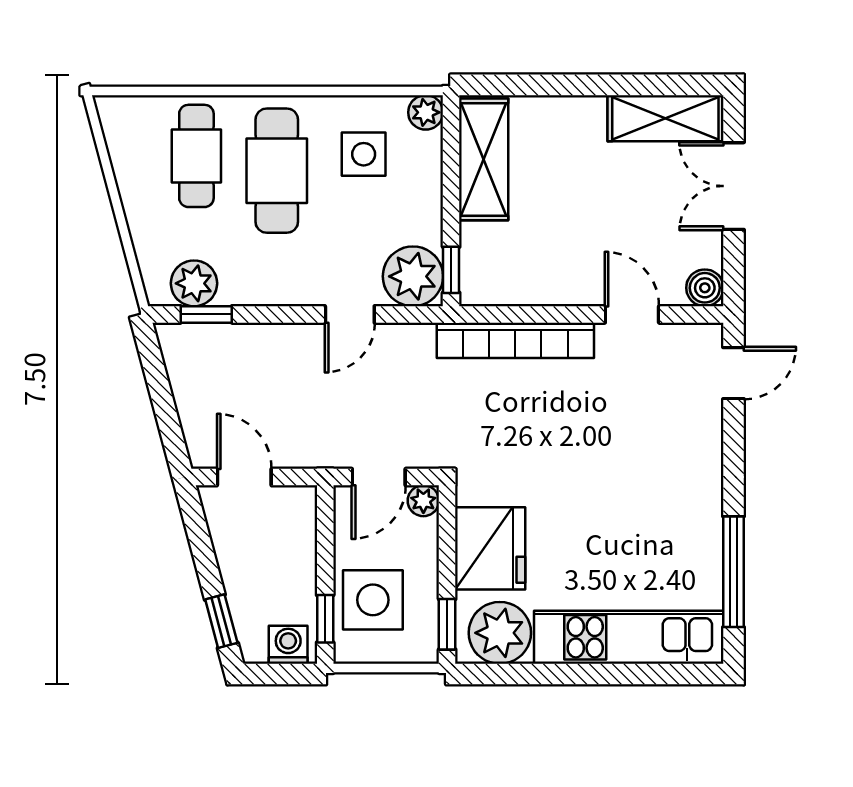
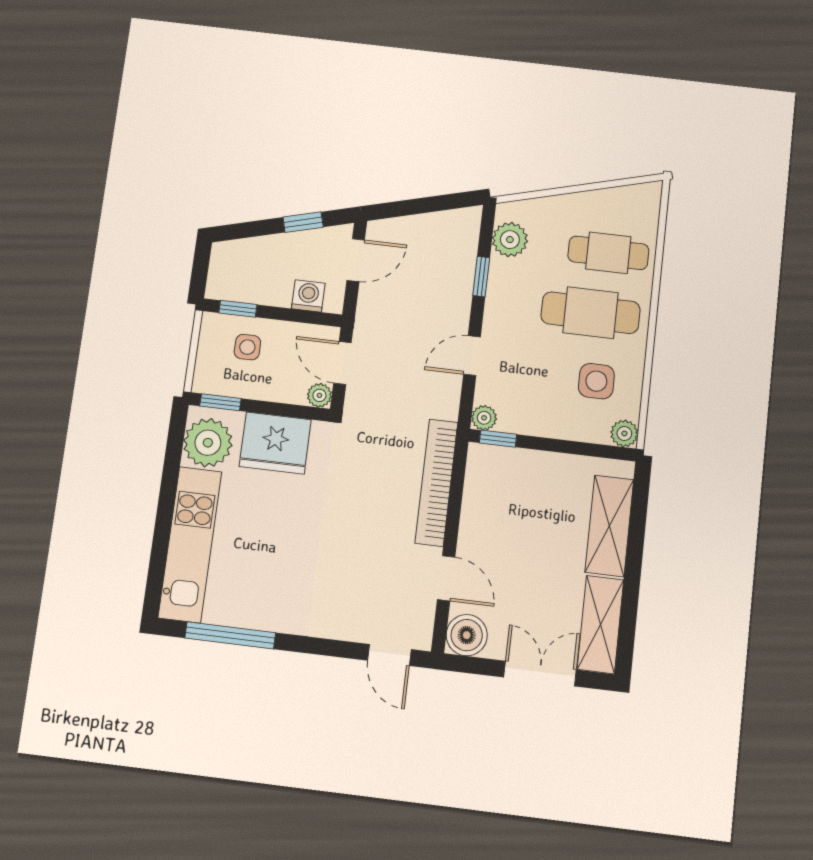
shelving: (484, 159) -> (609, 526), moved, turned 90
plant: (413, 276) -> (484, 418), width x0.53, depth x0.53
boiler: (705, 288) -> (467, 635), width x1.36, depth x1.36
window: (206, 314) -> (481, 277), moved
door: (350, 314) -> (472, 356), hinge flipped
door: (632, 314) -> (446, 578), hinge flipped
side table: (373, 600) -> (247, 347), width x0.54, depth x0.54
window: (221, 621) -> (303, 222), moved
washing machine: (288, 645) -> (308, 296), moved, turned -90

